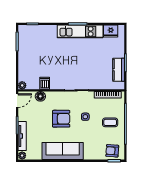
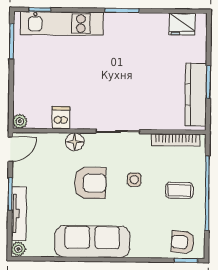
kitchen unit: (80, 31) -> (62, 23), moved
kitchen counter: (119, 70) -> (196, 95), width x1.50
floor lamp: (40, 96) -> (75, 142), moved

